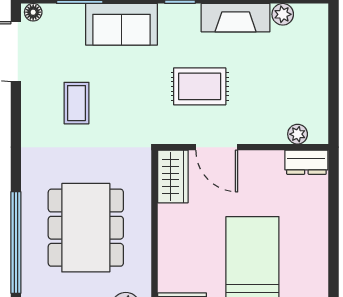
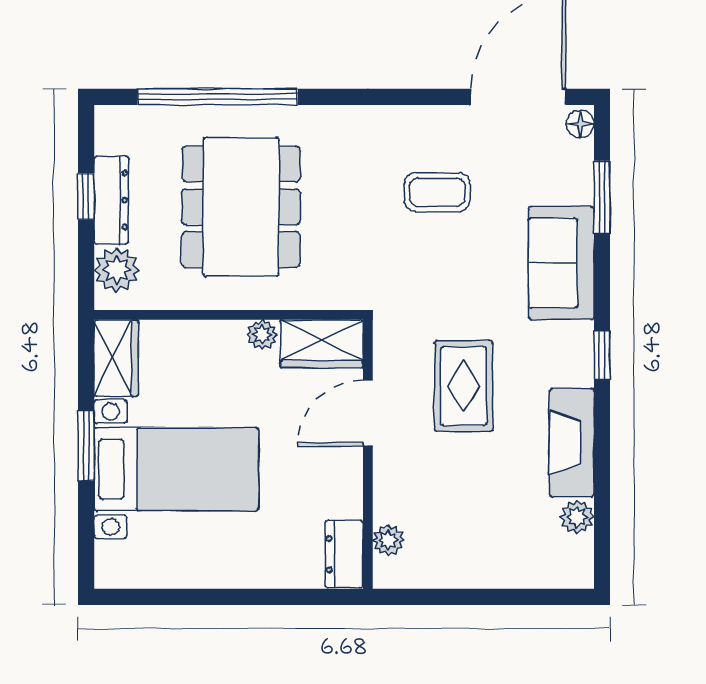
plant: (167, 214) -> (262, 335), added
dining table: (86, 228) -> (241, 207), turned 90

